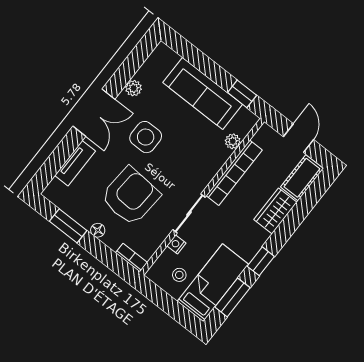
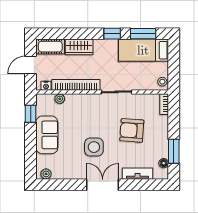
plant: (134, 88) -> (46, 174), moved
sofa: (203, 93) -> (47, 135), width x0.73
armchair: (130, 196) -> (132, 130), width x0.73, depth x0.73
floor lamp: (98, 230) -> (164, 163), moved
nightstand: (176, 244) -> (46, 86), moved
stool: (179, 275) -> (162, 82), moved

